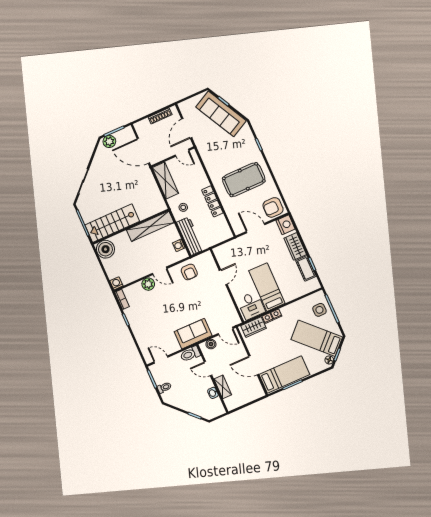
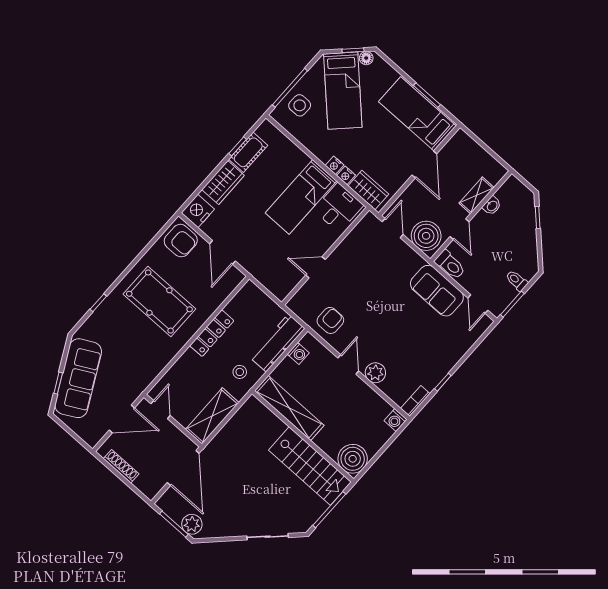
sofa: (193, 334) -> (437, 291), moved
boiler: (211, 344) -> (426, 236), width x1.86, depth x1.86

